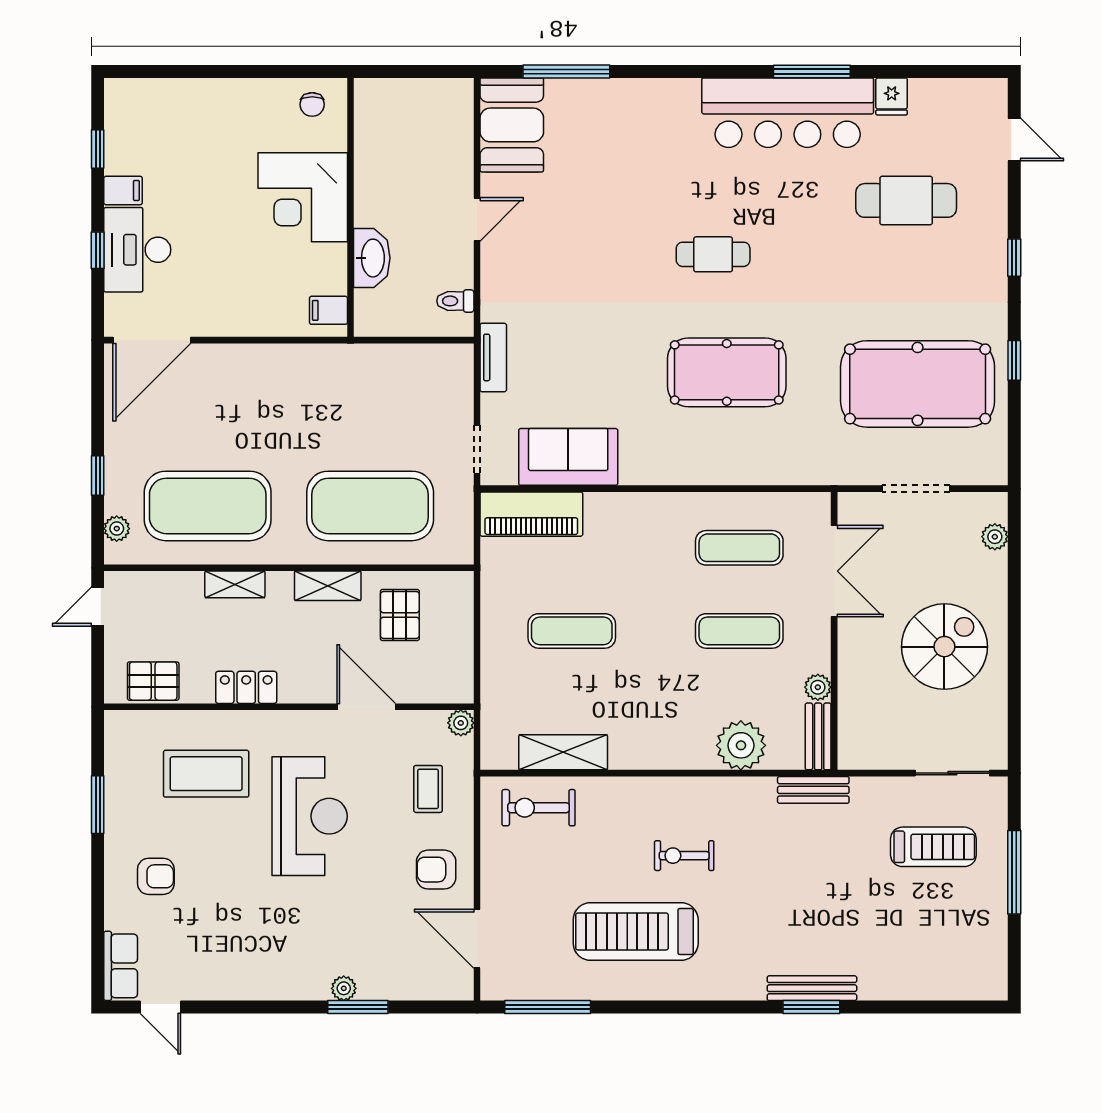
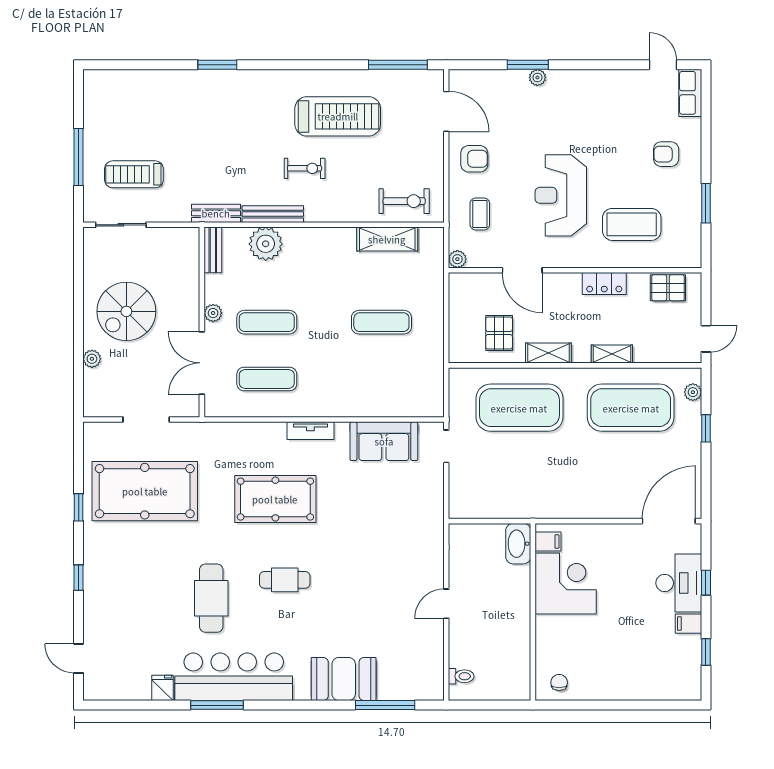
booth: (512, 125) -> (344, 679), moved, turned 90
corner desk: (303, 197) -> (566, 583), moved
cafe table: (906, 200) -> (211, 598), moved, turned 90
washbasin: (372, 258) -> (518, 544), moved
toilet: (455, 301) -> (461, 676), moved
tv unit: (493, 357) -> (310, 431), moved, turned -90
piano: (531, 514) -> (409, 402), removed
plant: (995, 537) -> (92, 359), moved
plant: (818, 687) -> (213, 313), moved
bench: (812, 988) -> (273, 214), moved

